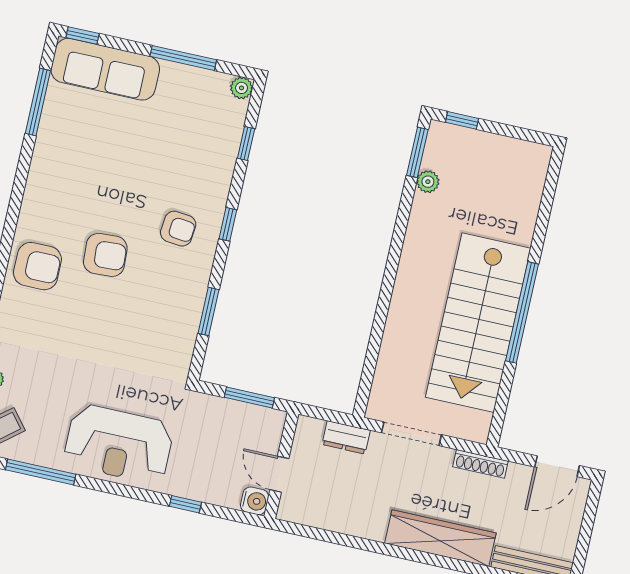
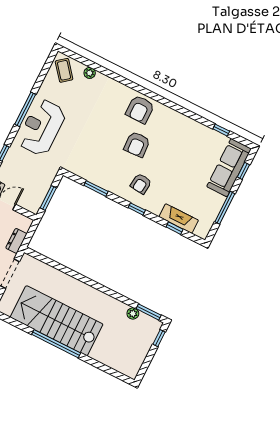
window: (83, 36) -> (243, 171), moved
plant: (242, 88) -> (203, 233), removed
window: (38, 102) -> (221, 130), width x0.46
fireplace: (226, 140) -> (179, 219), added
window: (41, 472) -> (25, 109), moved

